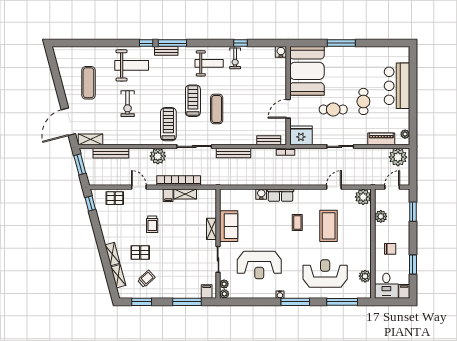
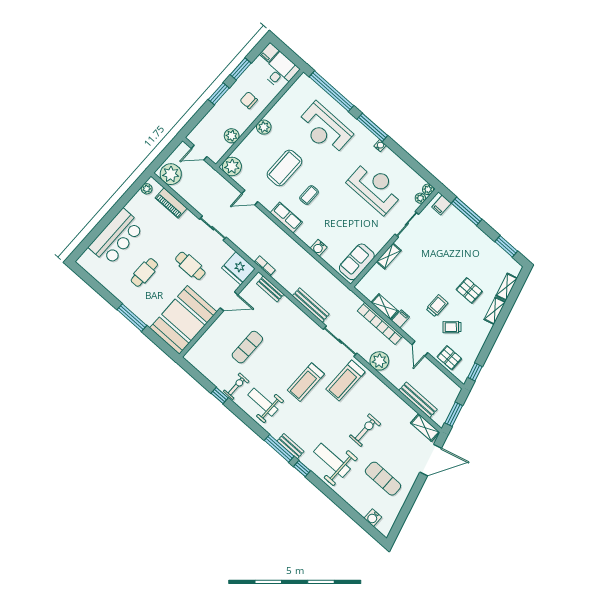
water cooler: (281, 52) -> (373, 518), moved
exercise mat: (88, 83) -> (383, 479), turned 90
cafe table: (363, 101) -> (144, 272), moved
exercise mat: (217, 109) -> (247, 347), moved
row of seats: (281, 195) -> (286, 217), moved
window: (413, 212) -> (219, 94), moved
sofa: (229, 226) -> (357, 262), moved
plant: (365, 276) -> (264, 127), moved
trolley: (146, 279) -> (452, 327), moved
window: (342, 302) -> (331, 91), width x1.46

